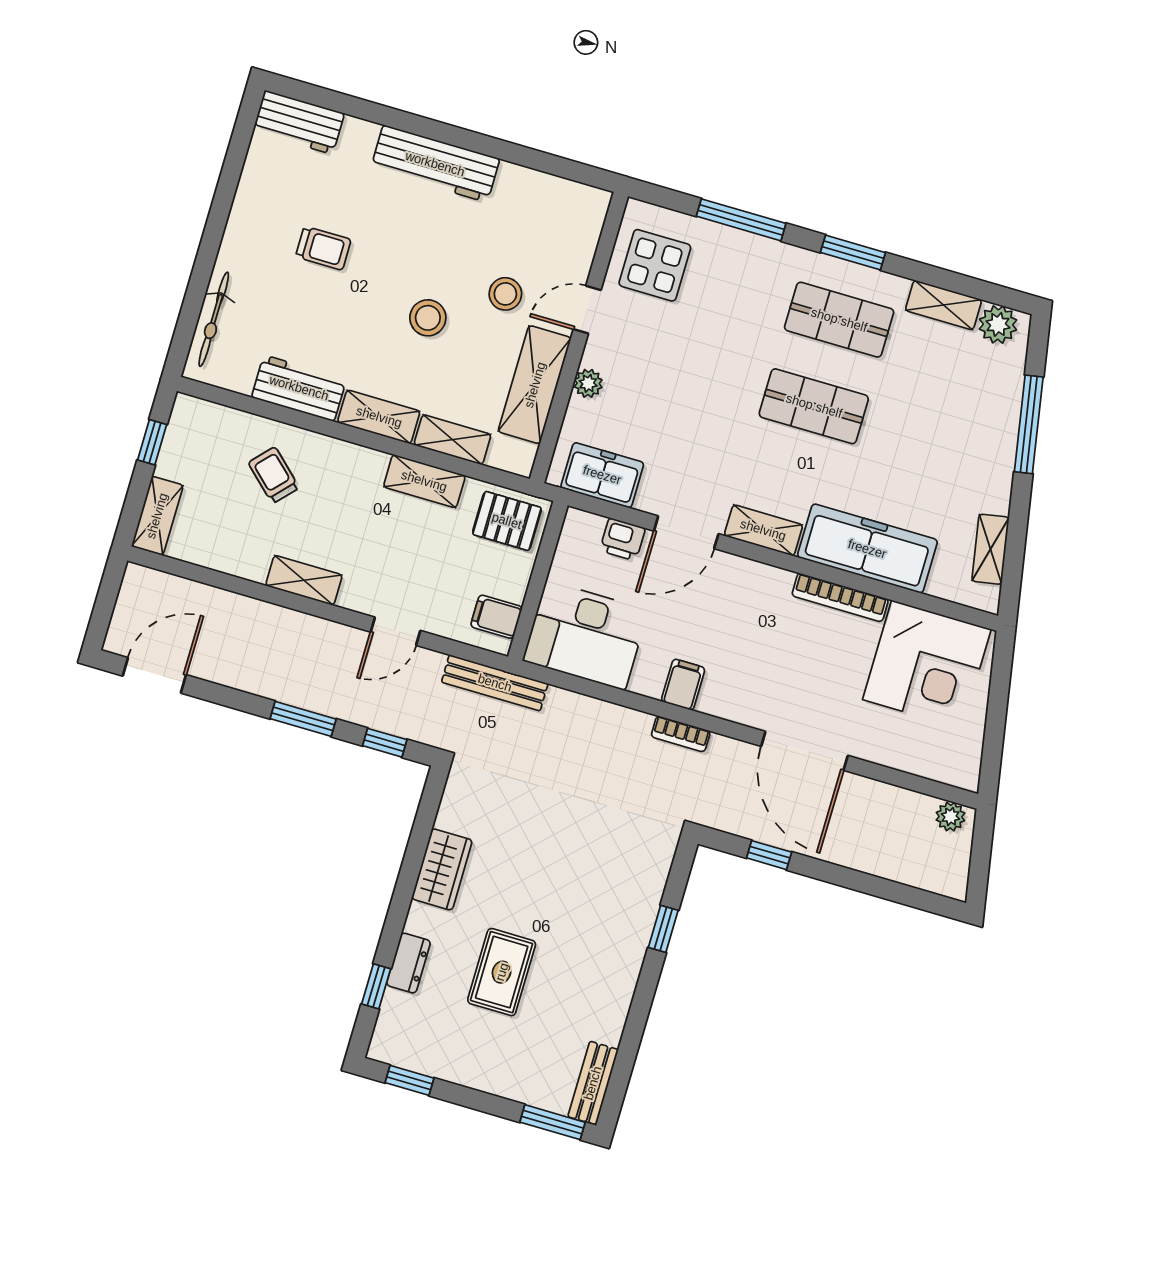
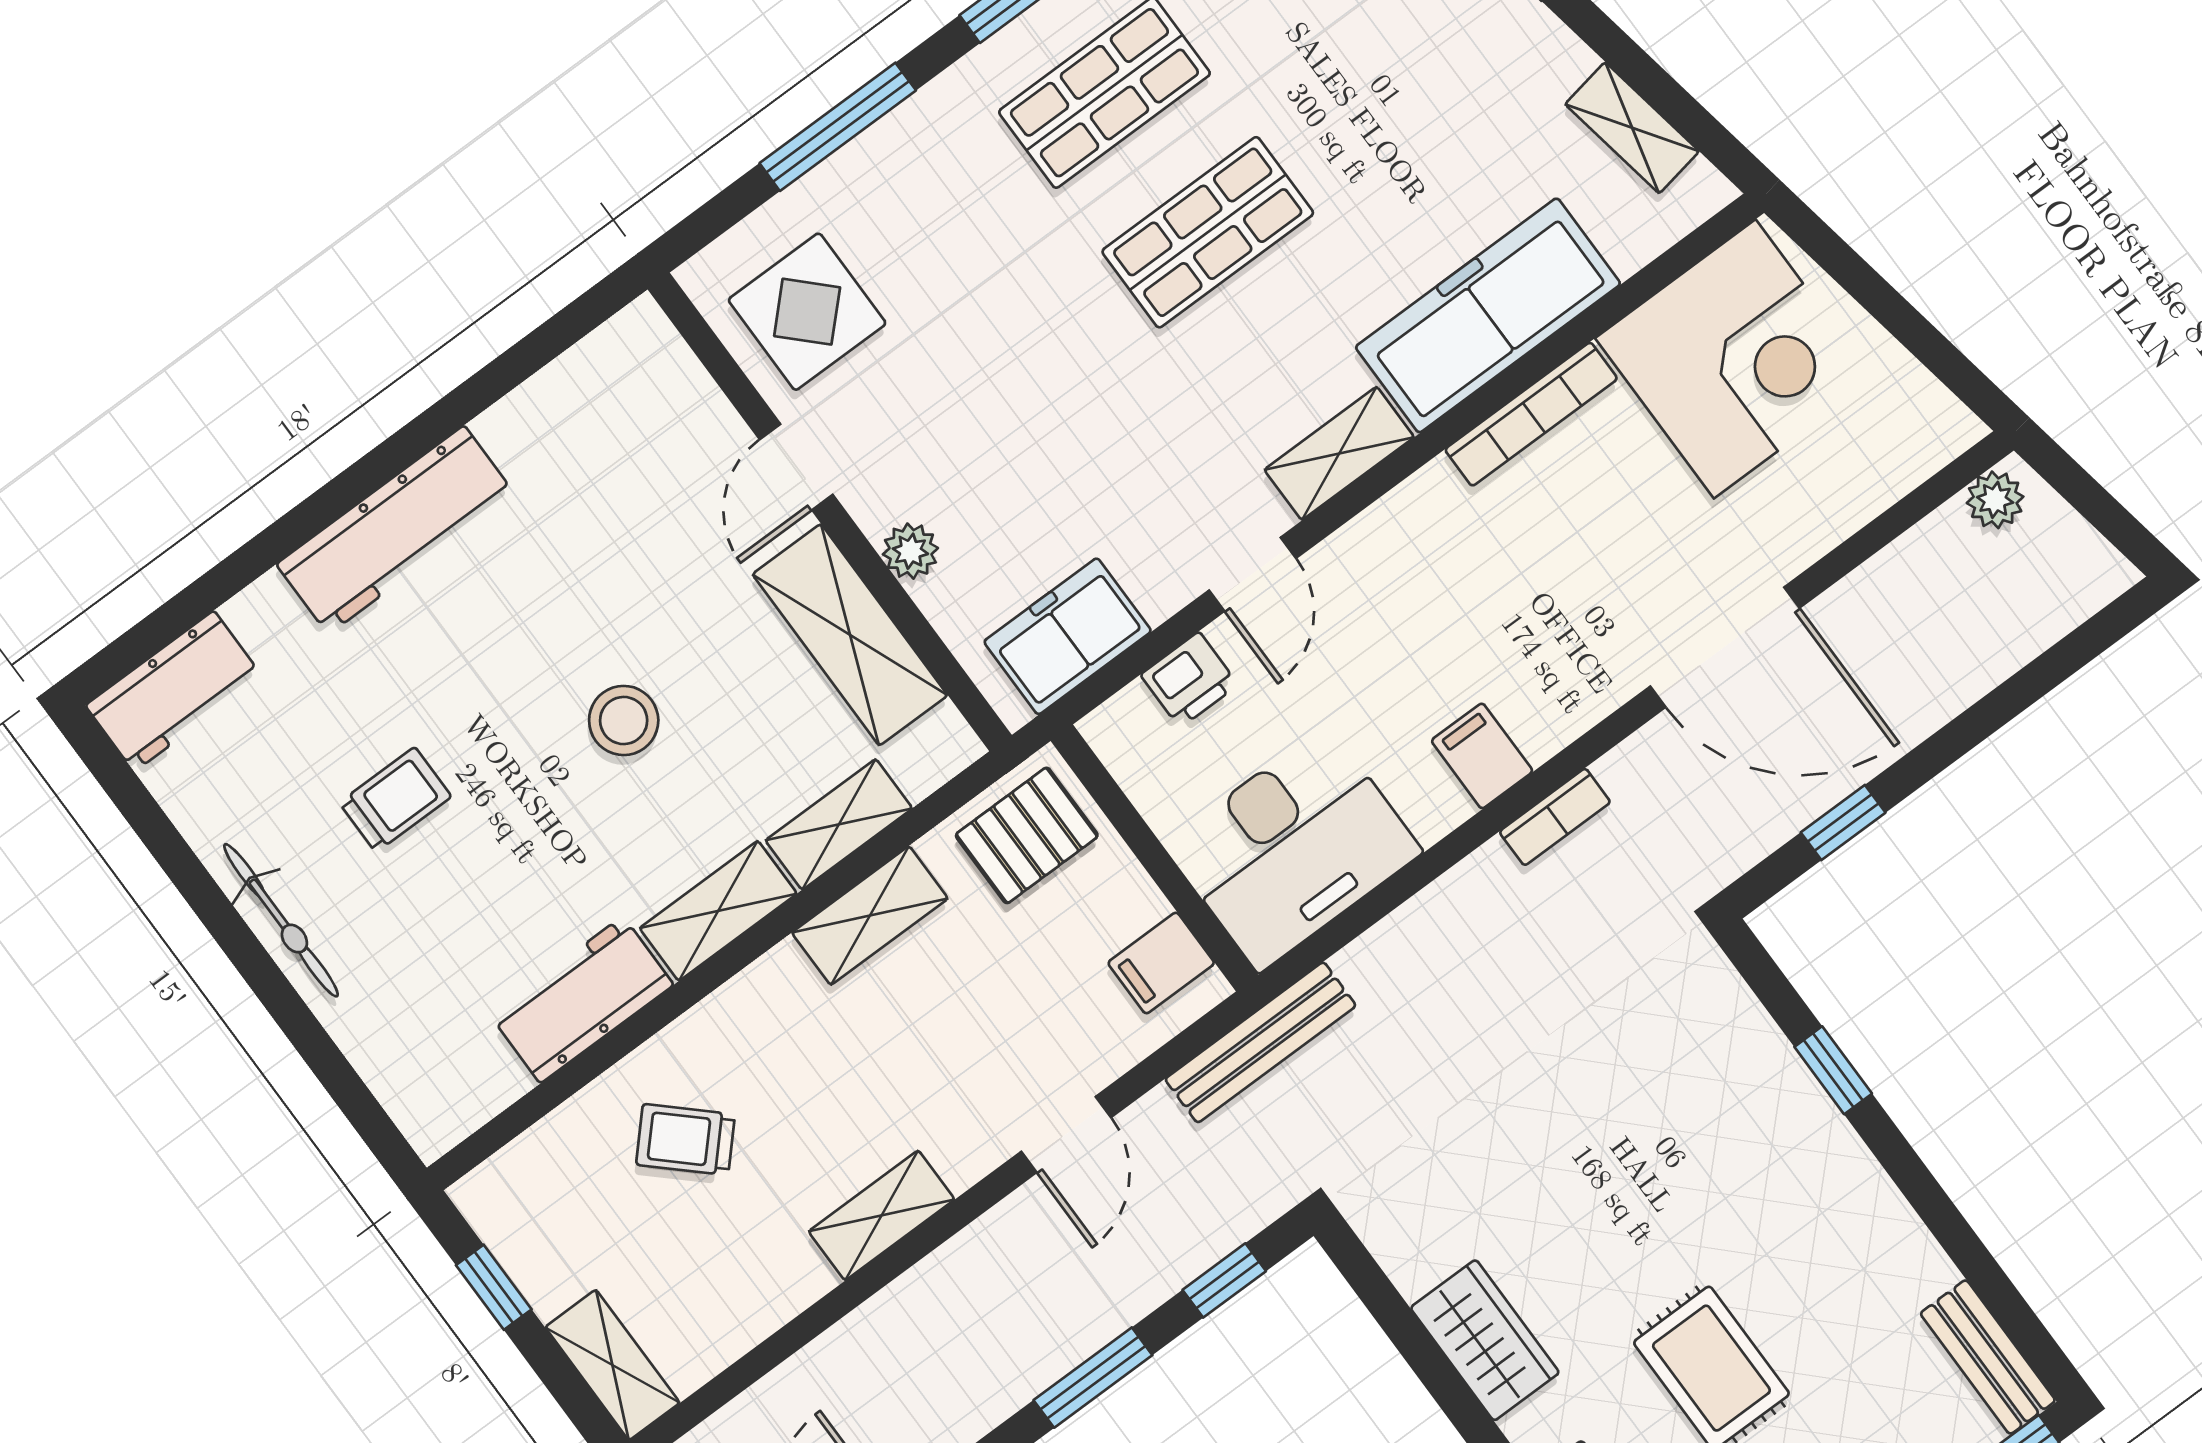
stool: (505, 294) -> (677, 574), removed
bicycle: (214, 319) -> (281, 920), moved
door: (686, 532) -> (1252, 574), width x0.73

